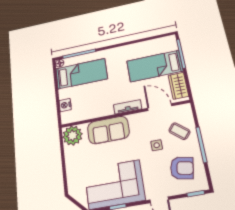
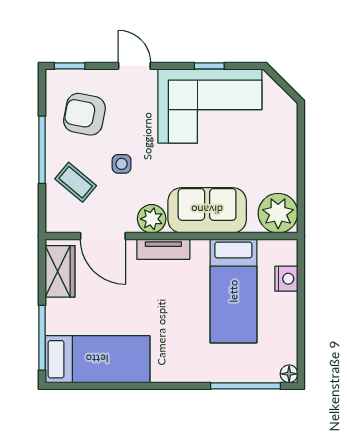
bed: (155, 66) -> (97, 359), moved
bed: (81, 74) -> (233, 291), moved, turned -90
plant: (136, 120) -> (152, 219), added

